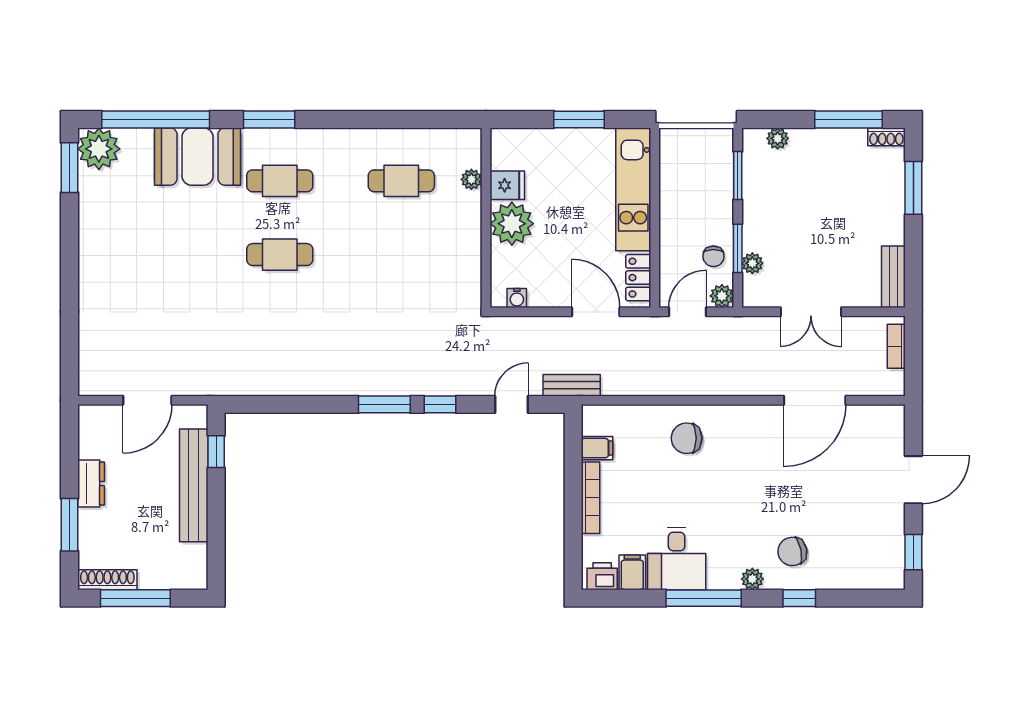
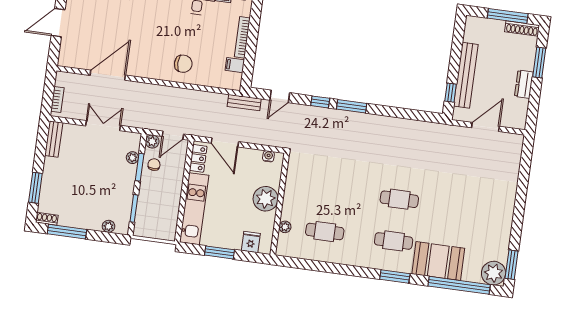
fridge: (507, 185) -> (251, 242), moved, turned 90

